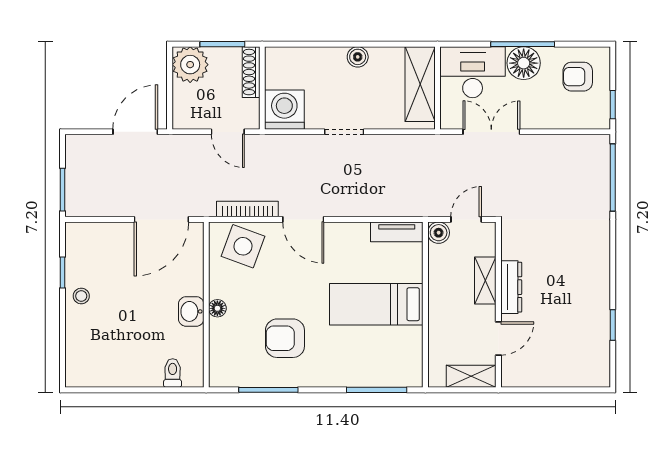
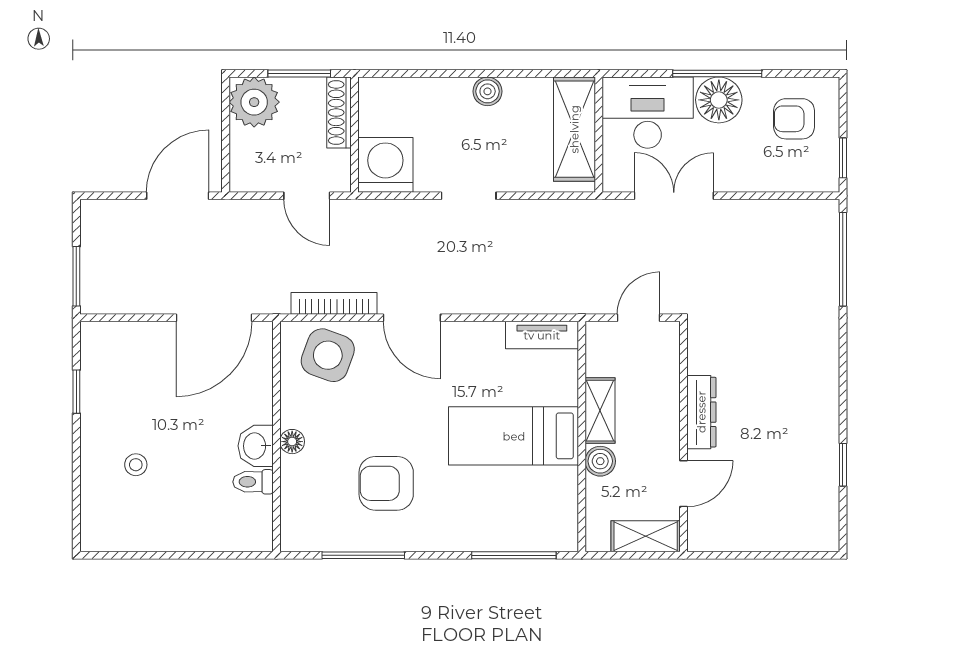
boiler: (439, 233) -> (600, 461), moved
shelving: (485, 281) -> (600, 411), moved
stool: (81, 296) -> (136, 465), moved
toilet: (173, 373) -> (253, 482), moved, turned -90

